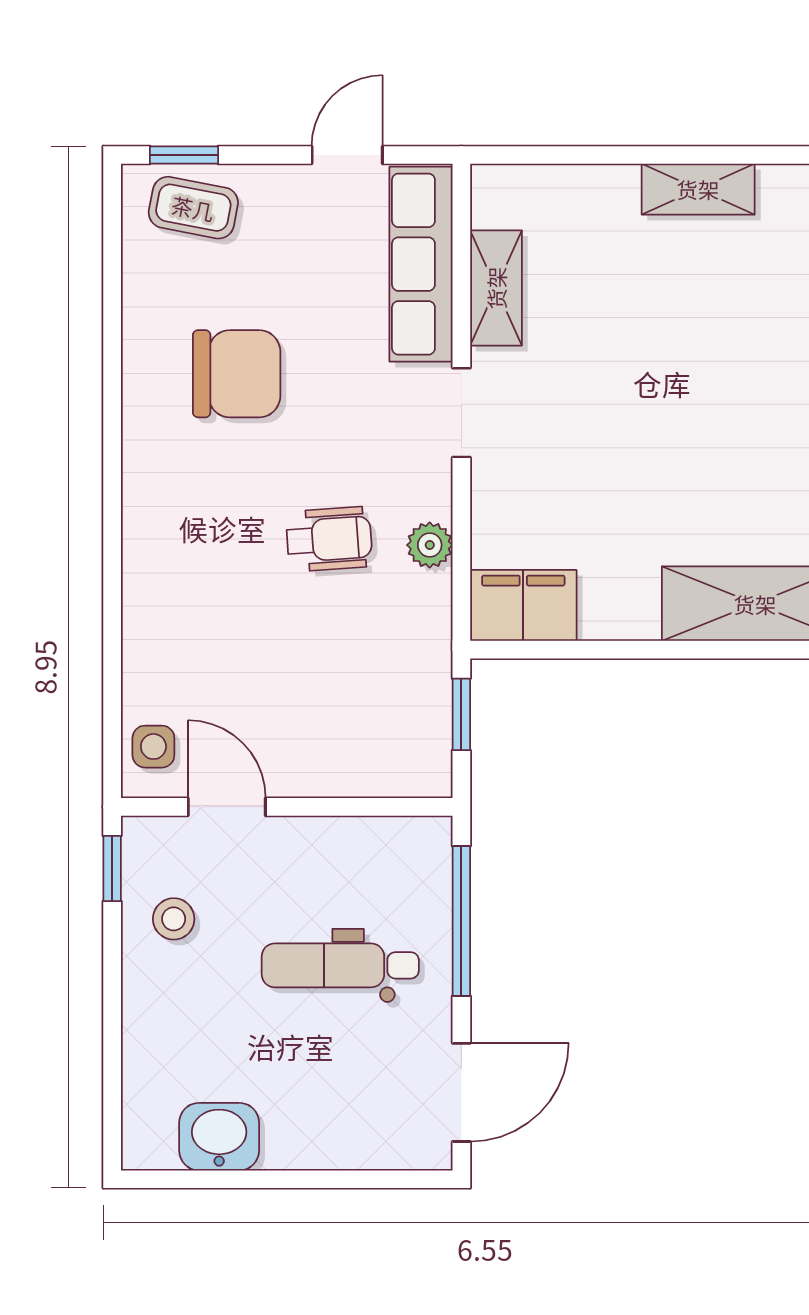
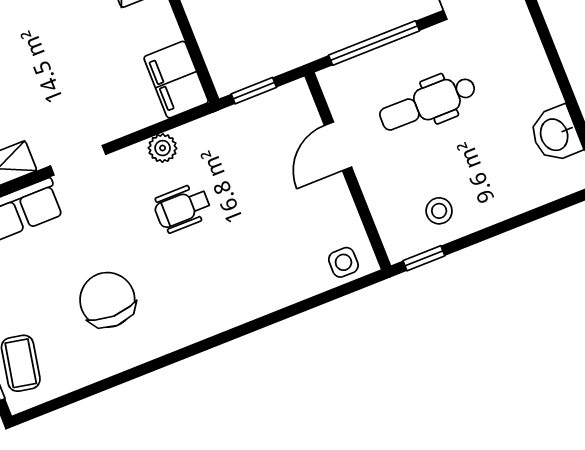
wheelchair: (329, 539) -> (182, 208), turned -86
door: (227, 807) -> (338, 146), moved
dental chair: (340, 965) -> (428, 103), turned 90

